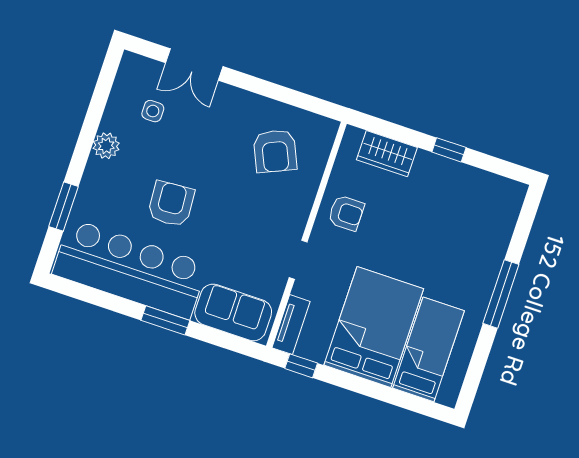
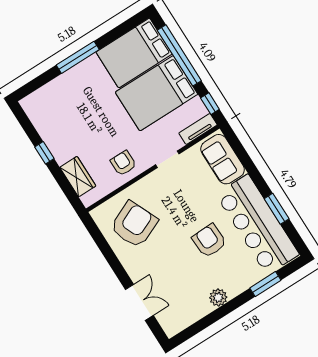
side table: (153, 111) -> (180, 296), removed
armchair: (275, 151) -> (134, 224), width x1.36, depth x1.36
armchair: (171, 204) -> (209, 241), turned 92
window: (165, 320) -> (277, 209), moved
bed: (428, 349) -> (134, 53), width x1.50
window: (383, 393) -> (179, 55), added

